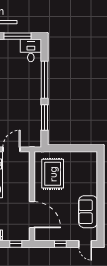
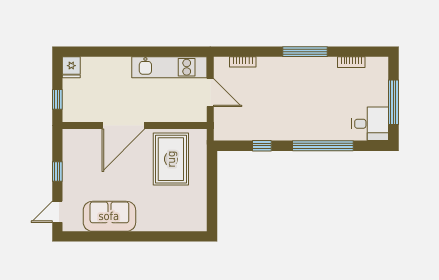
window: (44, 117) -> (262, 146), width x0.46
rug: (53, 174) -> (171, 159), turned 90
door: (32, 215) -> (123, 126), moved

